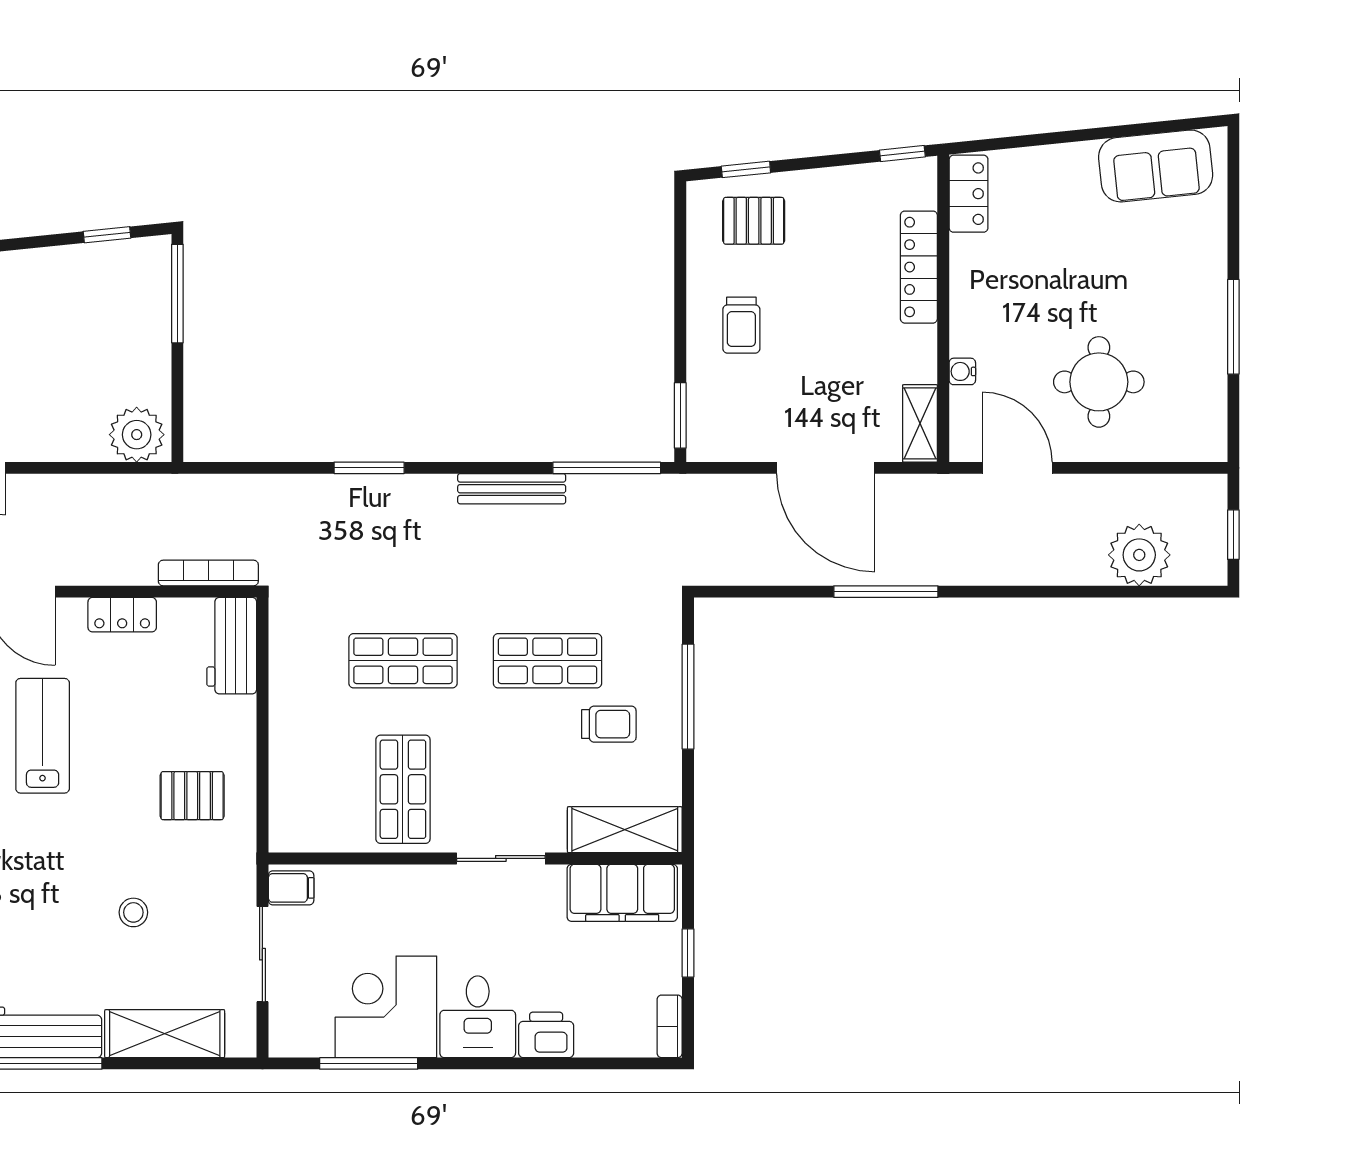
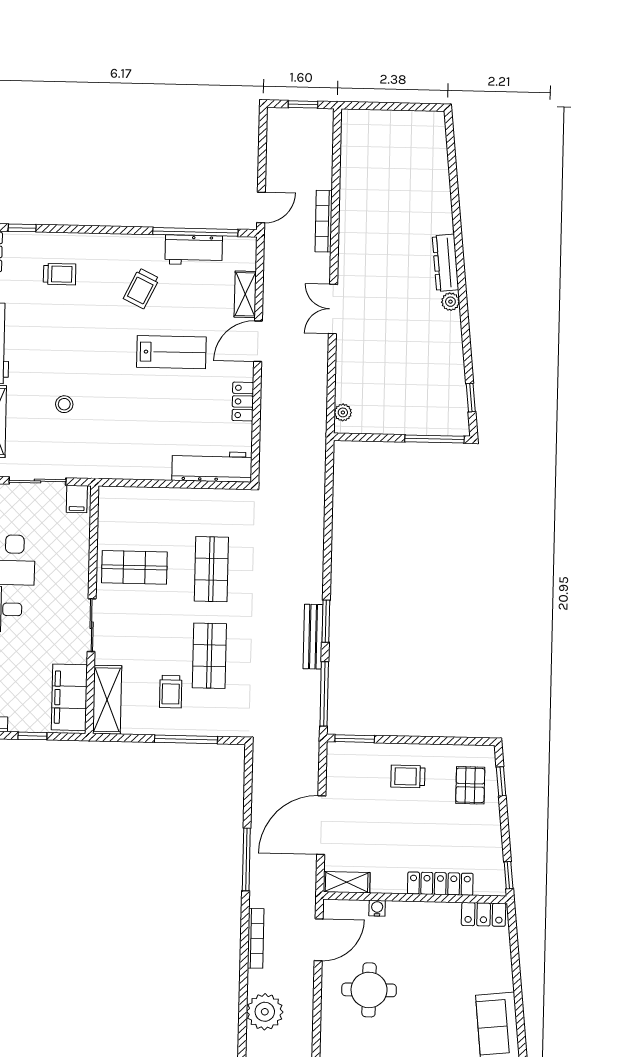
plant: (137, 435) -> (343, 412), width x0.53, depth x0.53
window: (369, 468) -> (326, 621), moved
bookcase: (208, 573) -> (256, 938), moved
workbench: (232, 646) -> (212, 467), width x1.38
pallet: (192, 796) -> (133, 441), removed

